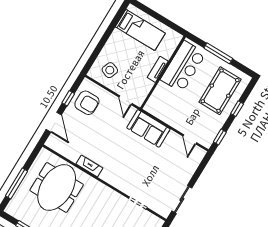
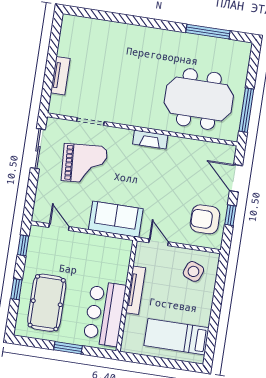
window: (218, 53) -> (68, 348), width x0.69
tv unit: (158, 69) -> (136, 290), width x1.41
fireplace: (89, 166) -> (150, 140), moved
grand piano: (154, 176) -> (84, 164), added
window: (16, 183) -> (246, 110), moved
meeting table: (57, 187) -> (199, 99), turned 90

